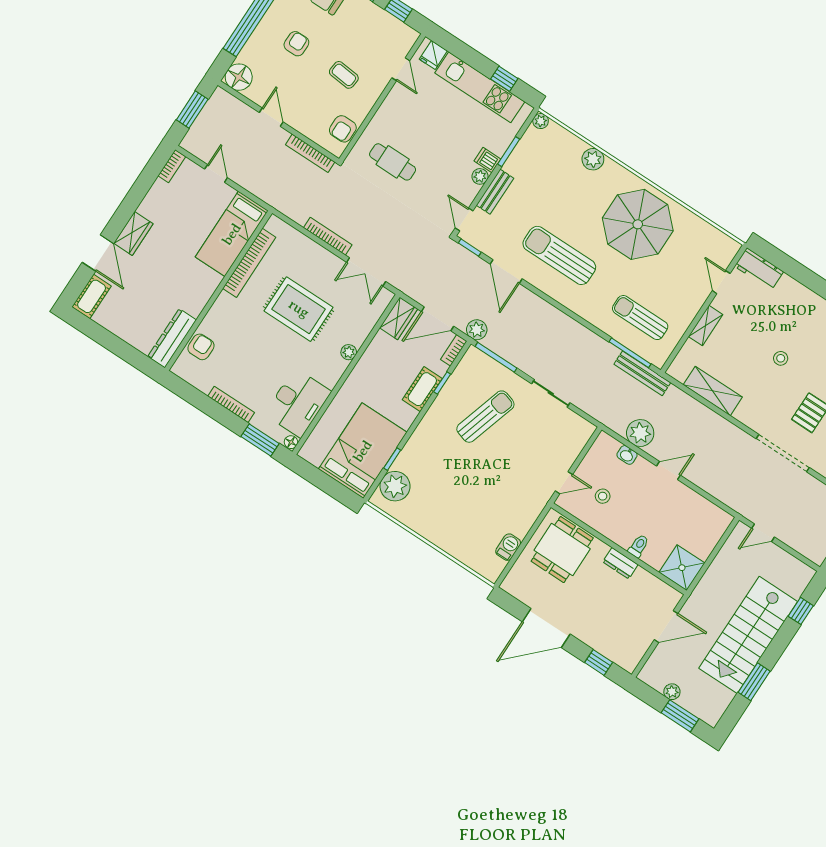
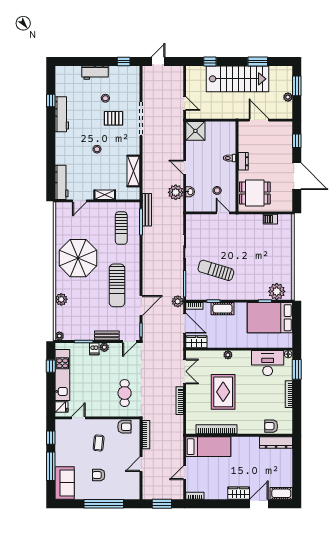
floor lamp: (239, 77) -> (132, 492), removed
workbench: (759, 269) -> (62, 182), width x1.38
shower: (682, 568) -> (195, 131), moved

